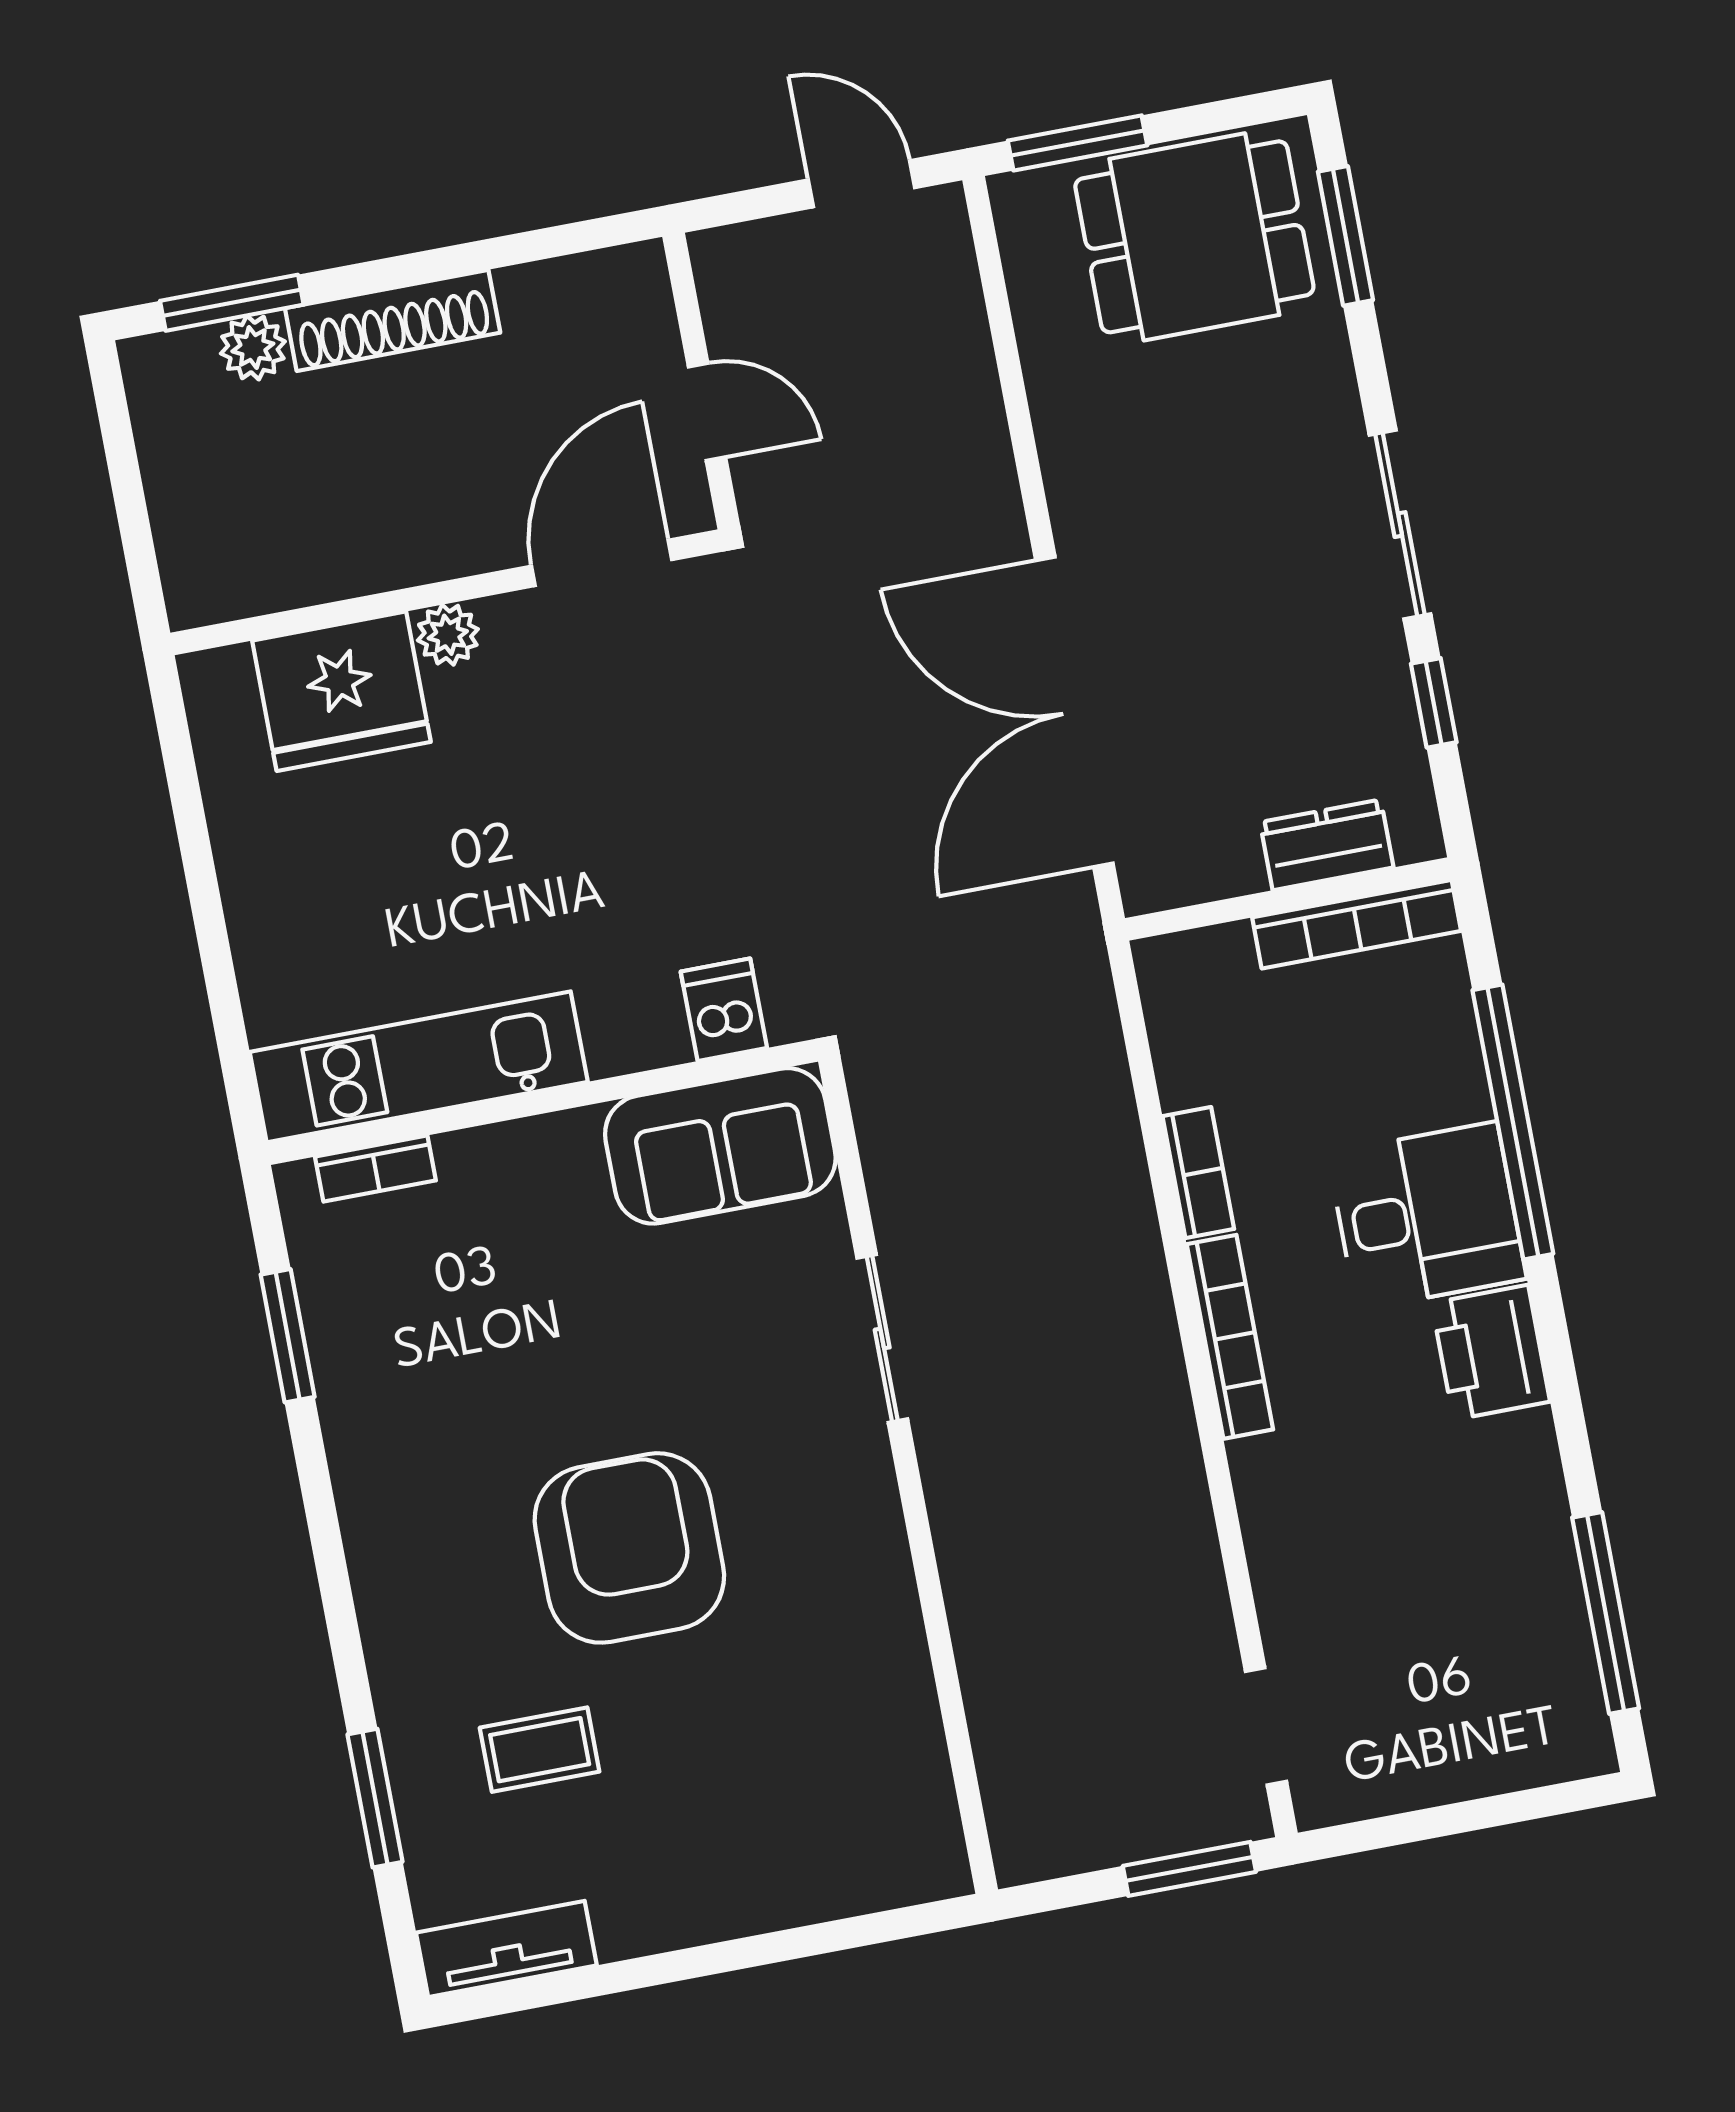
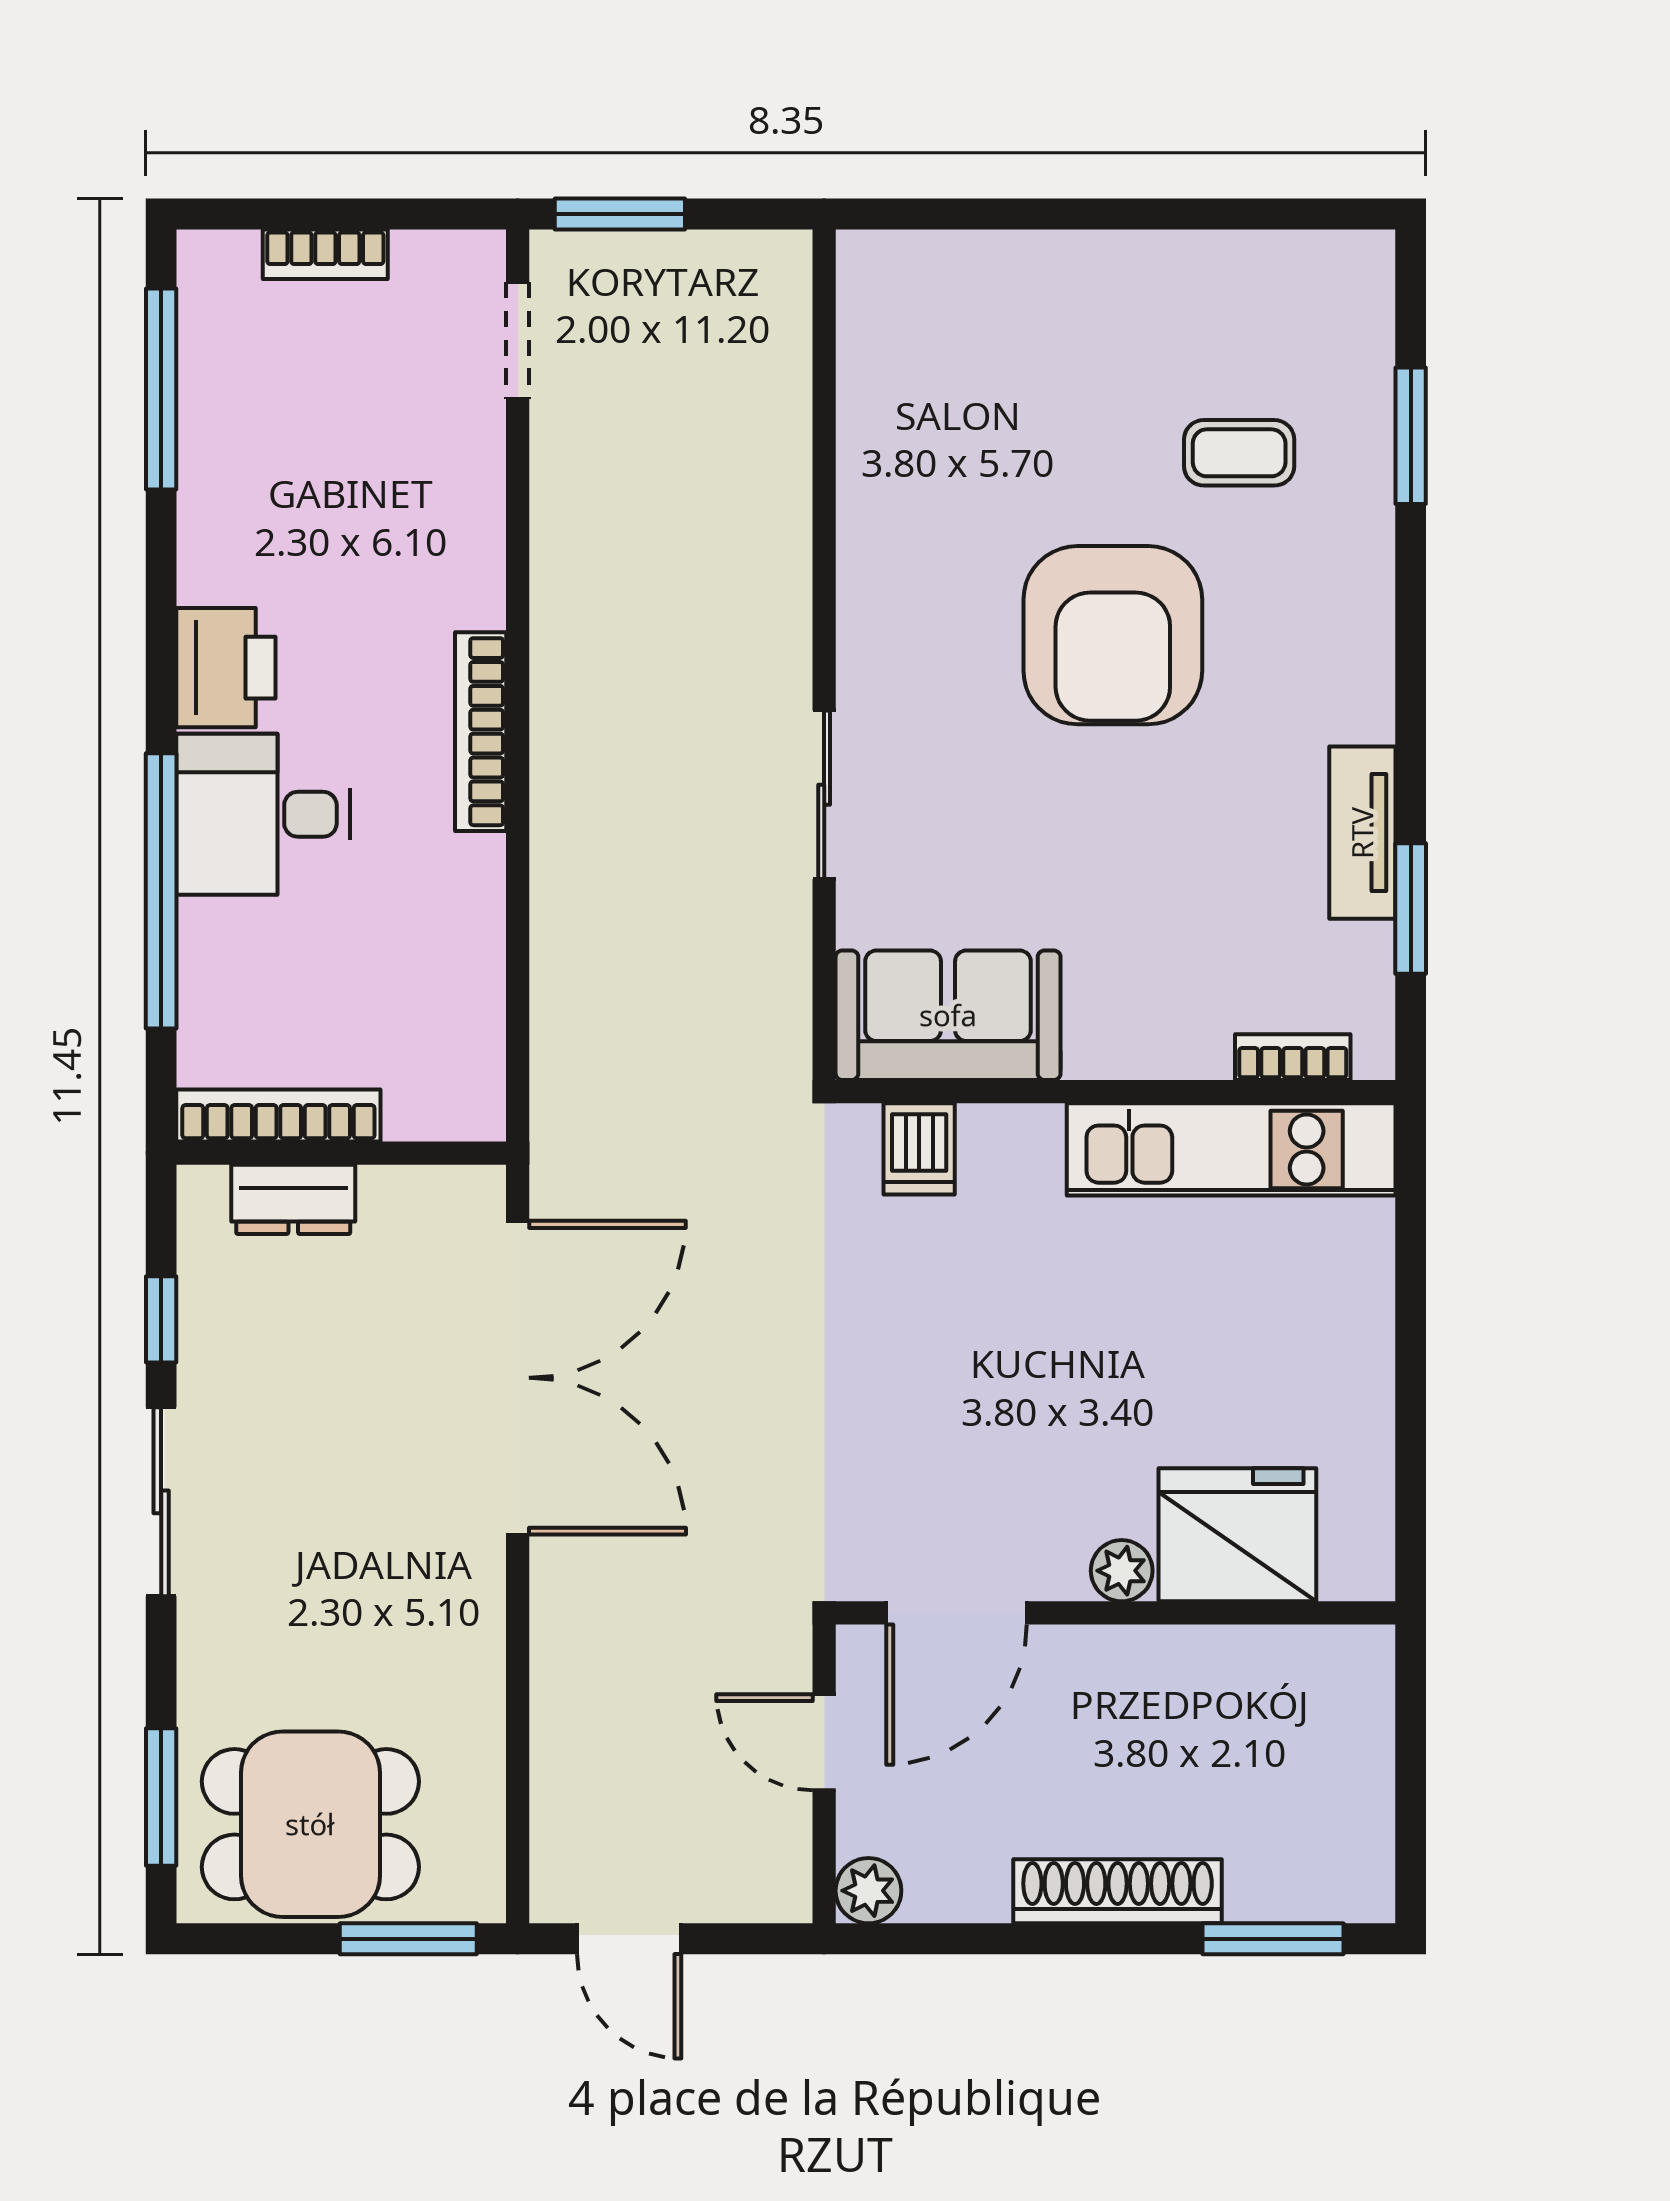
plant: (253, 347) -> (868, 1891), moved
bookcase: (1198, 1173) -> (325, 254), moved, turned -90
tv unit: (506, 1949) -> (1362, 833), moved, turned 90

